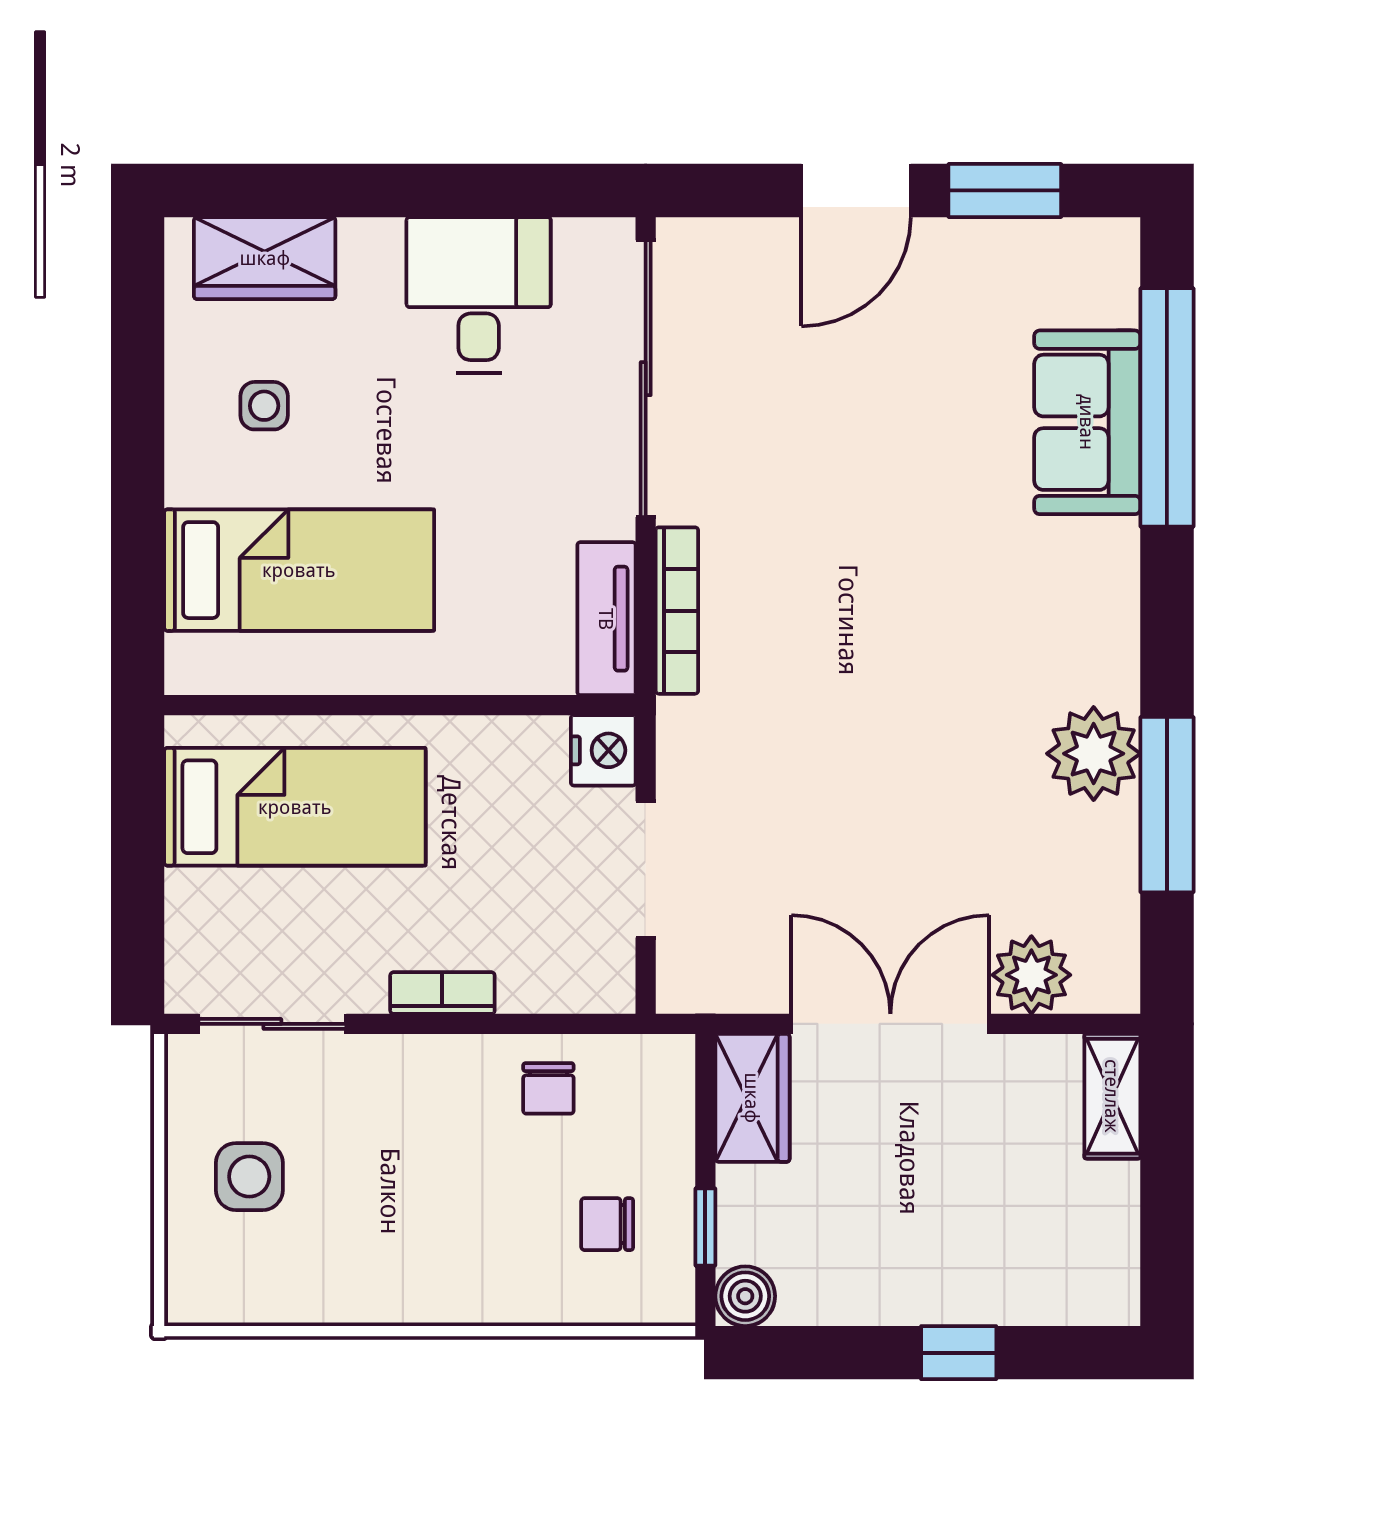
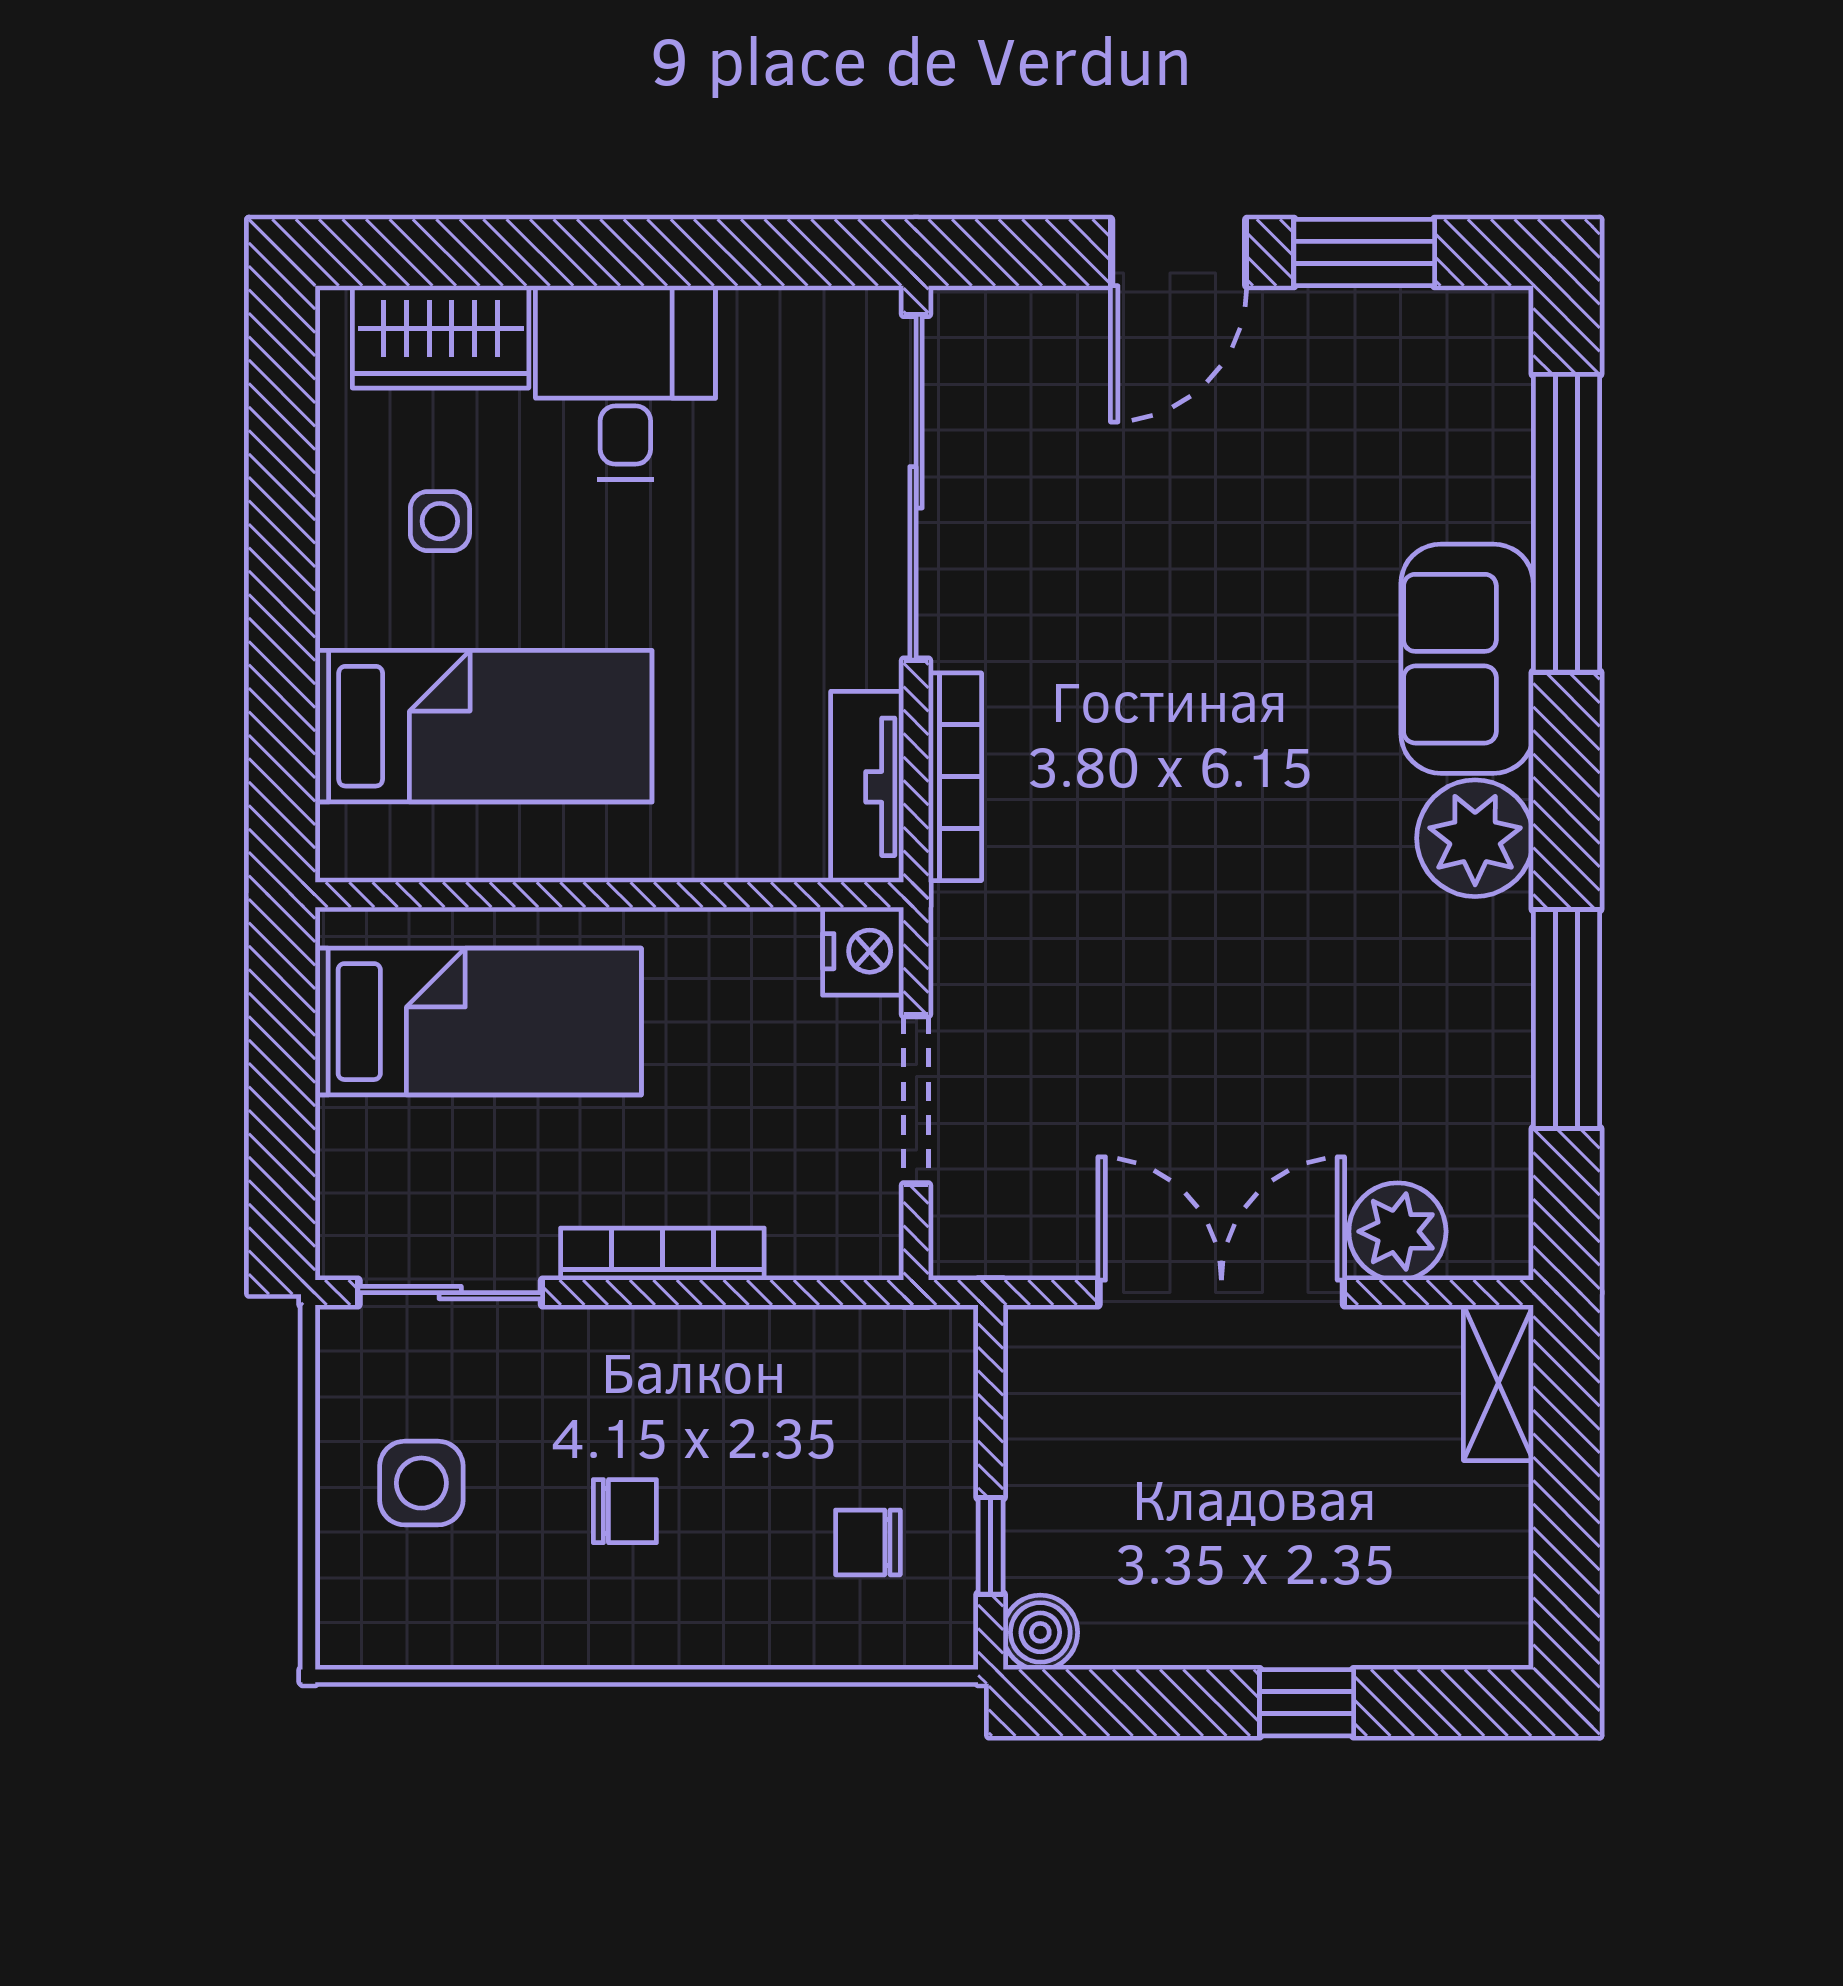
desk: (479, 295) -> (625, 383), moved
sofa: (1087, 422) -> (1467, 659), moved
plant: (1094, 754) -> (1475, 838), moved
bookcase: (442, 993) -> (662, 1254), width x1.56
chair: (548, 1088) -> (625, 1511), moved, turned -90
wardrobe: (752, 1098) -> (1049, 1385), removed

